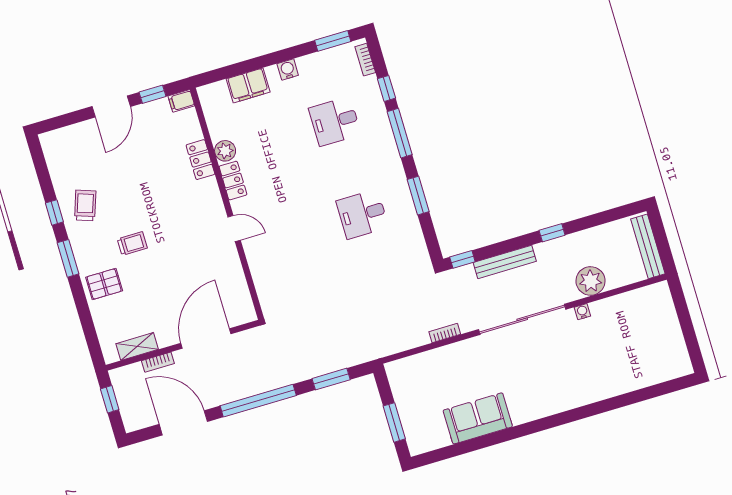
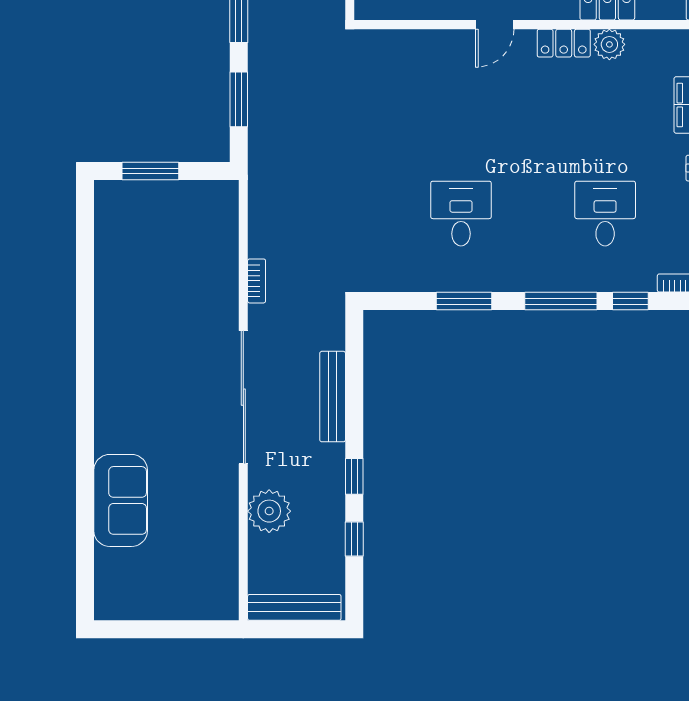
window: (462, 259) -> (354, 539), moved
water cooler: (582, 312) -> (229, 486), removed
sofa: (478, 418) -> (121, 500), moved

